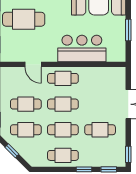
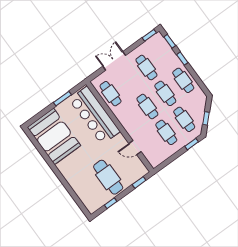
bar counter: (82, 48) -> (94, 115), width x1.36
door: (33, 64) -> (135, 148), swing flipped
cafe table: (63, 78) -> (111, 94), moved

